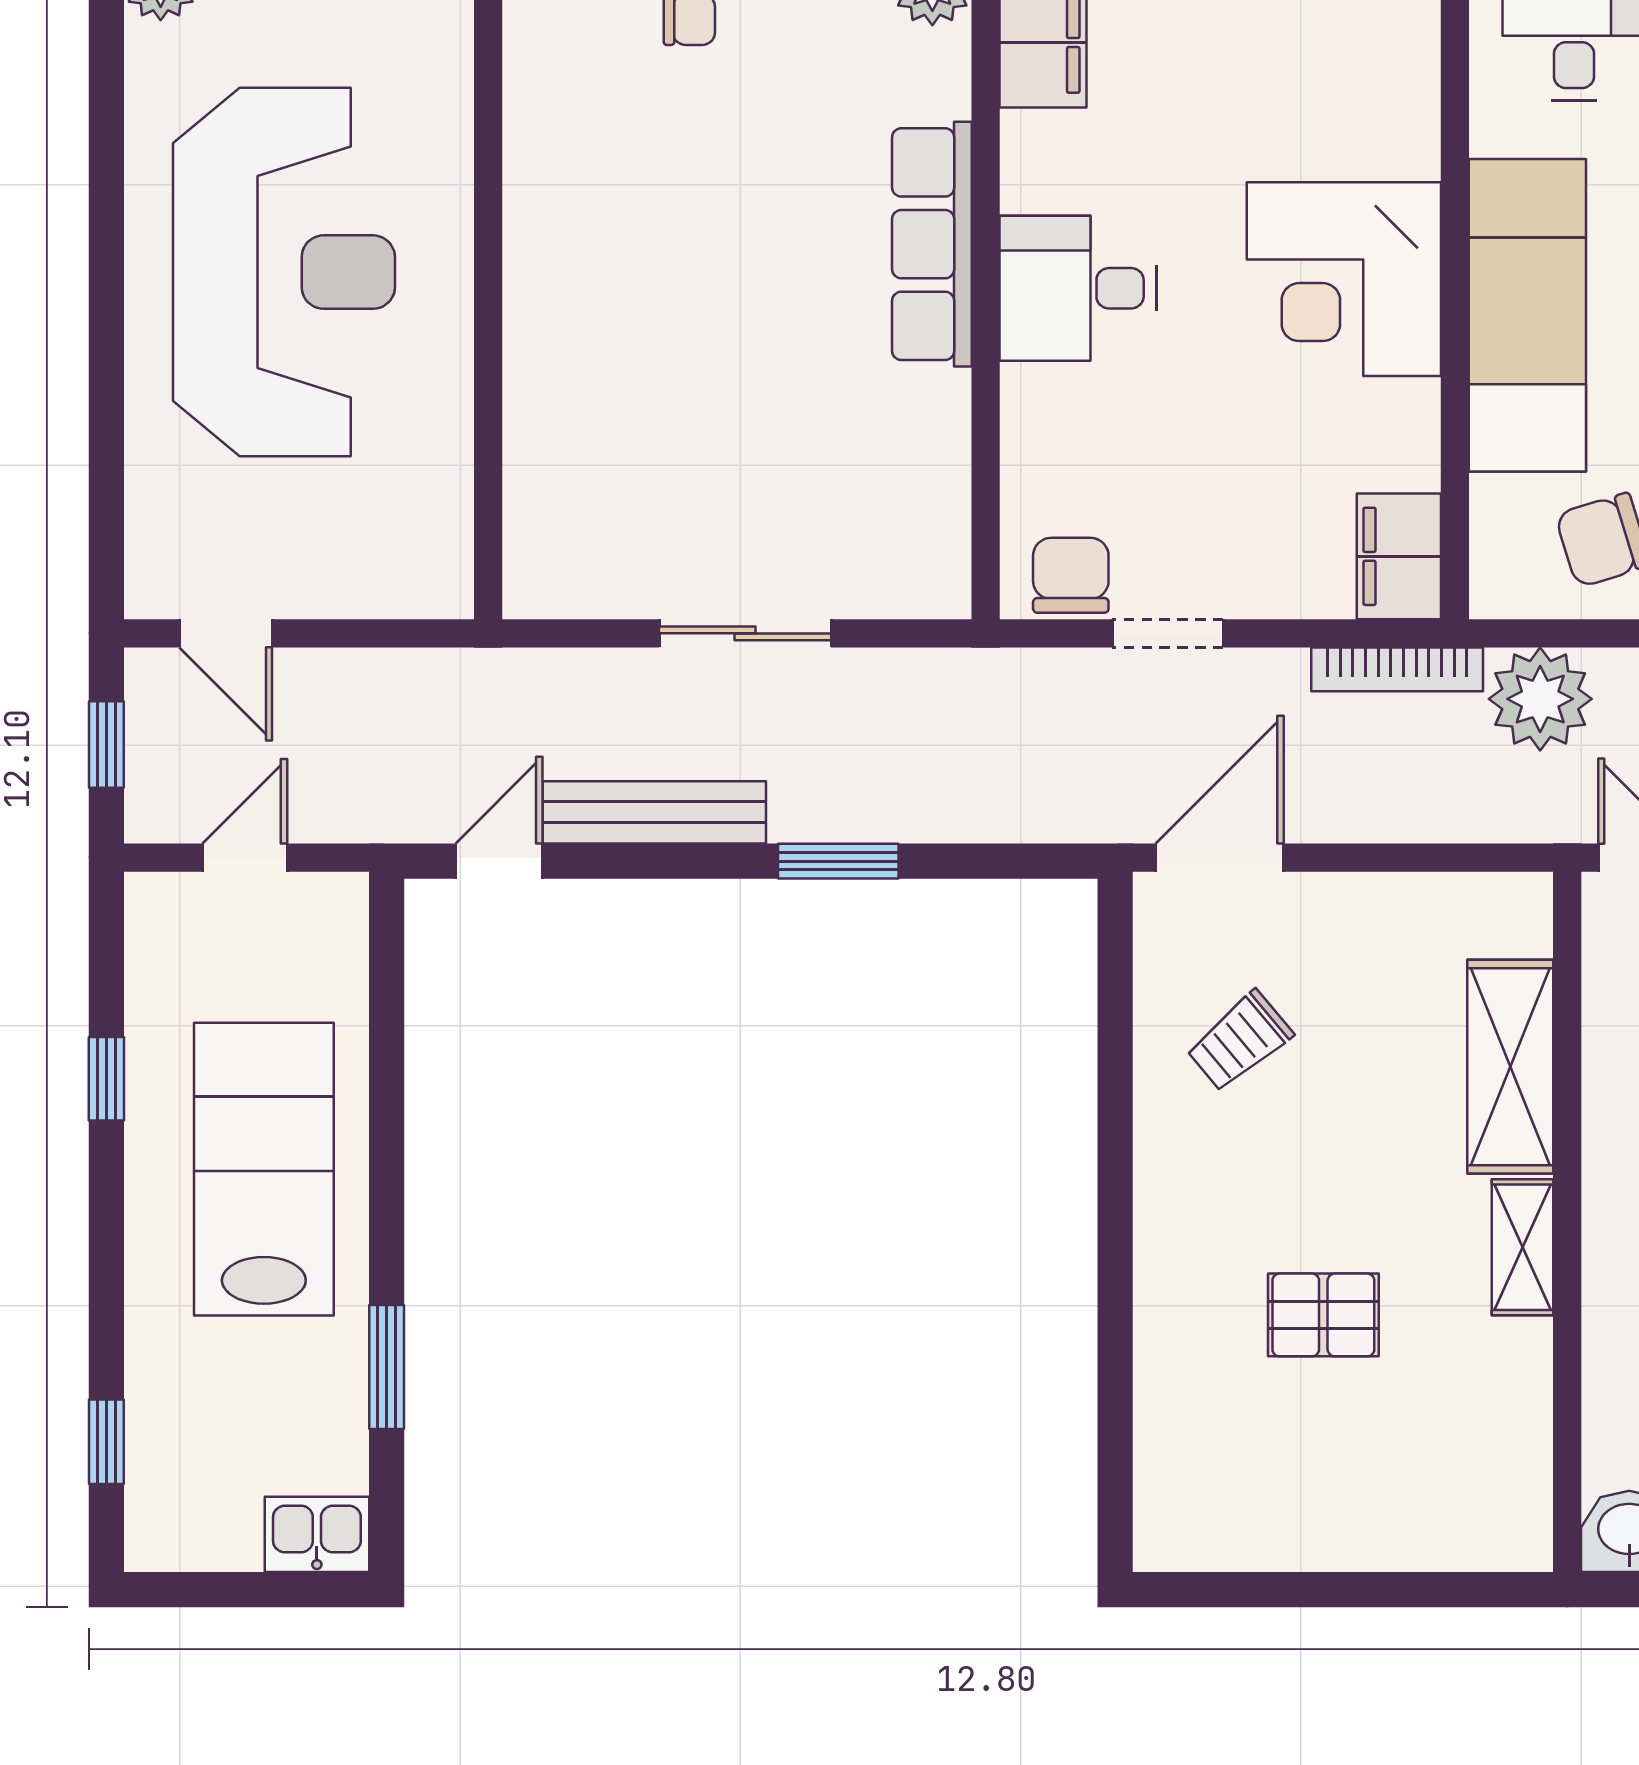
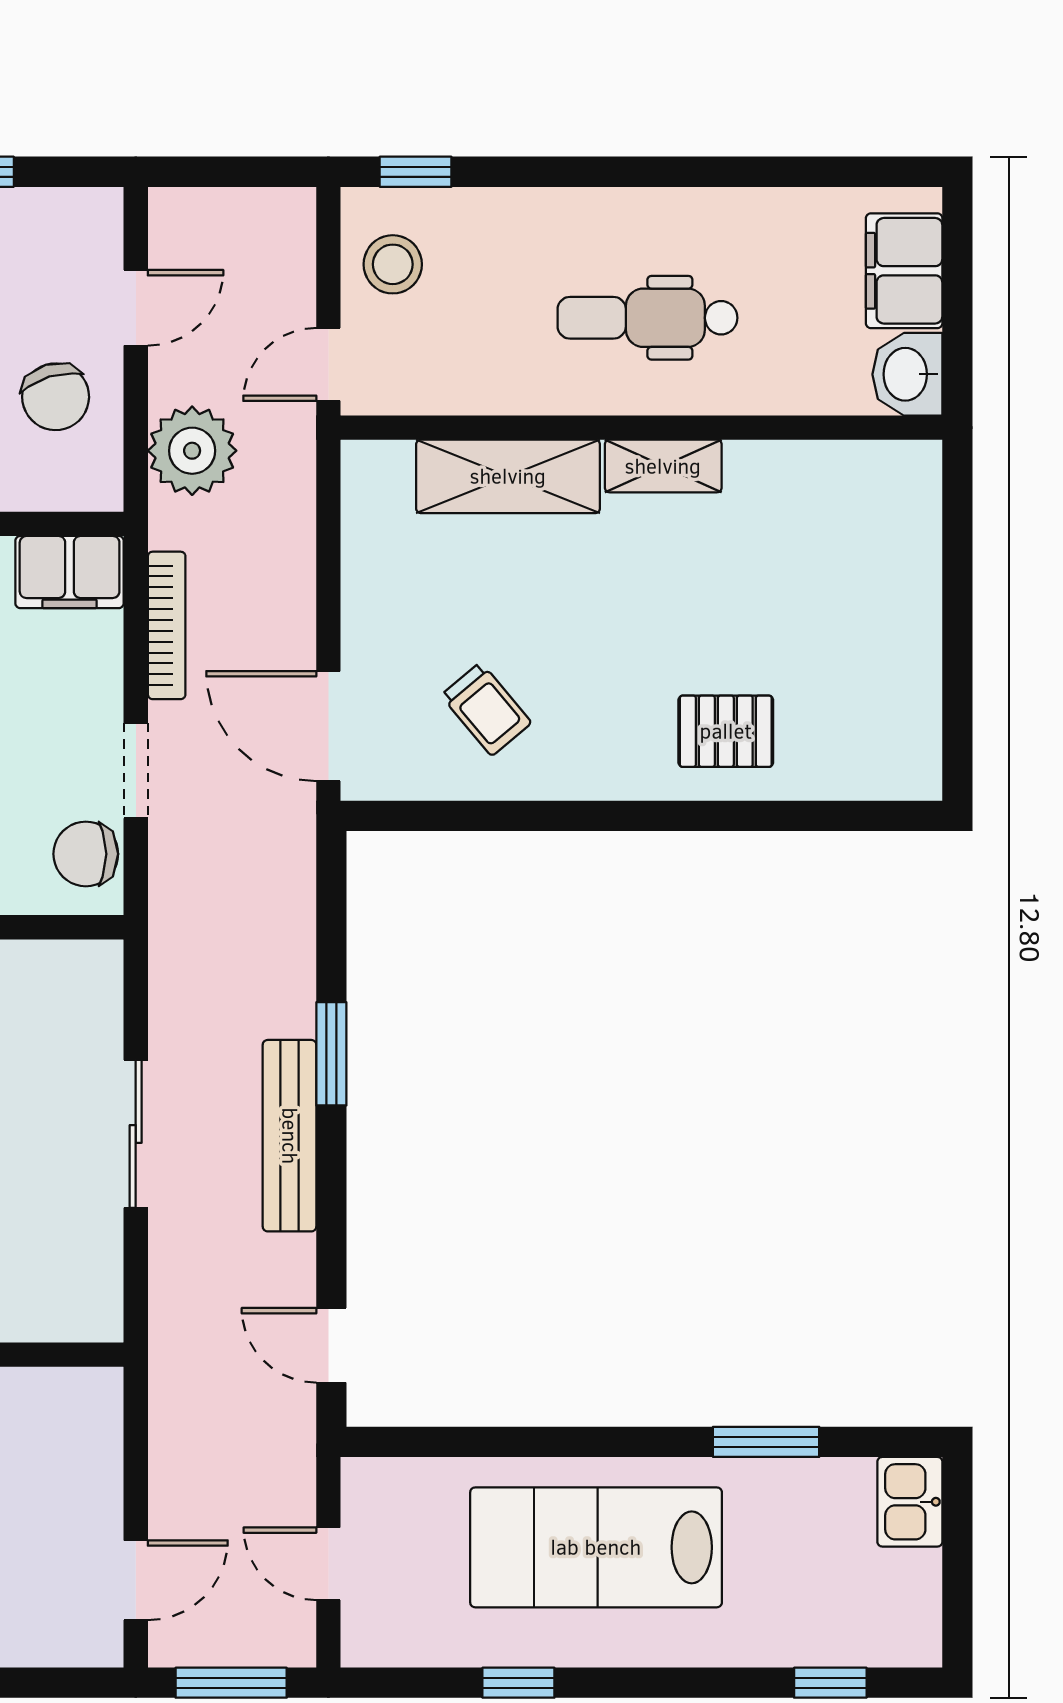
bookcase: (1397, 669) -> (167, 625), moved
window: (106, 744) -> (231, 1683), width x1.50
bench: (654, 812) -> (290, 1136), moved
pallet: (1323, 1315) -> (726, 731), moved, turned 90

